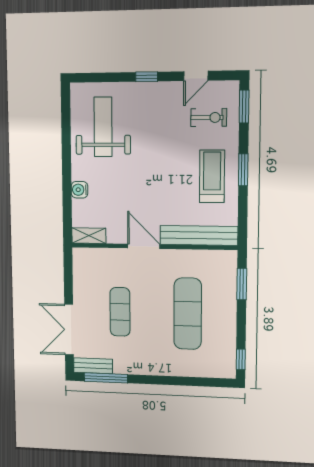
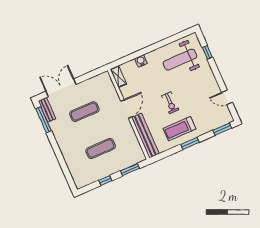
window: (147, 77) -> (207, 52), moved
exercise bike: (209, 117) -> (170, 103), moved
weight bench: (103, 127) -> (180, 60), turned 180
treadmill: (212, 176) -> (179, 129), turned 180
exercise mat: (188, 314) -> (101, 148), width x0.73, depth x0.69
window: (241, 359) -> (105, 180), moved

